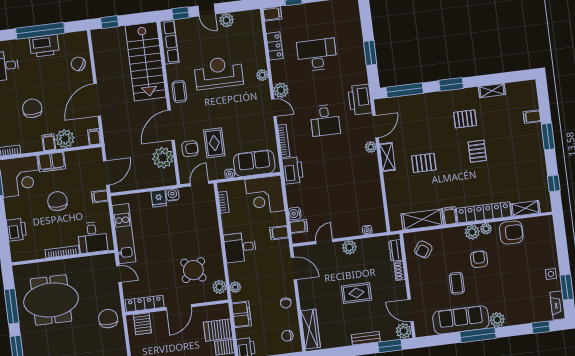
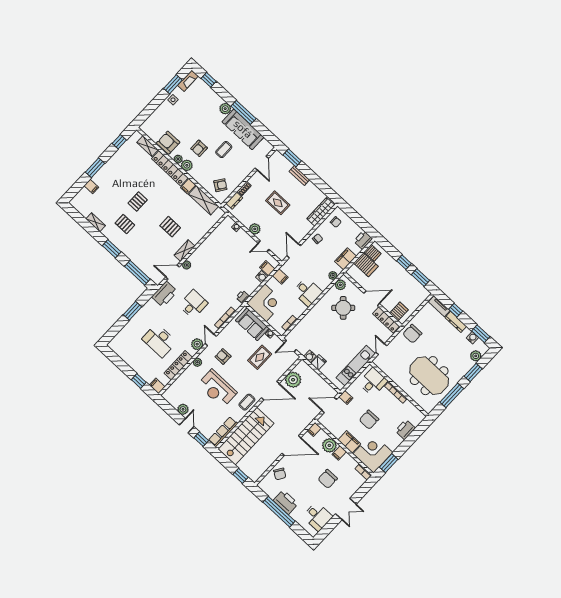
locker: (275, 46) -> (178, 365), width x1.53
armchair: (190, 149) -> (223, 356), moved
printer: (293, 170) -> (243, 297), width x0.53, depth x0.68
plant: (404, 331) -> (277, 157), removed

